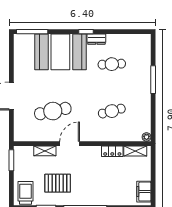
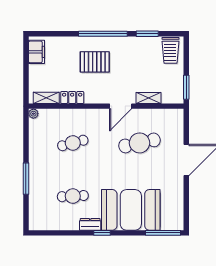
pallet: (58, 183) -> (95, 62), moved

